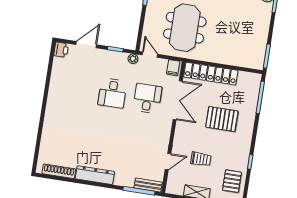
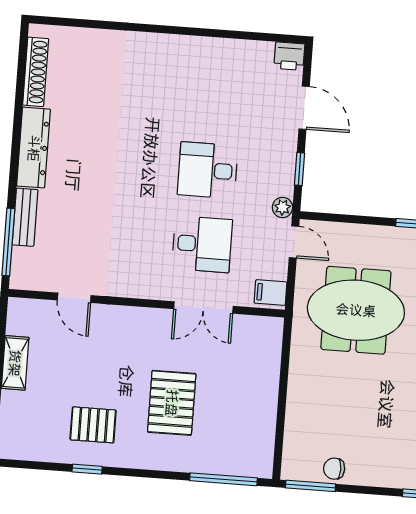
chair: (259, 44) -> (334, 469), added
door: (150, 55) -> (294, 242), hinge flipped
locker: (211, 74) -> (264, 372), removed
double door: (178, 100) -> (203, 307), width x0.73
trolley: (201, 159) -> (85, 366), removed
pallet: (232, 181) -> (93, 425), moved
bench: (148, 185) -> (25, 217), moved

